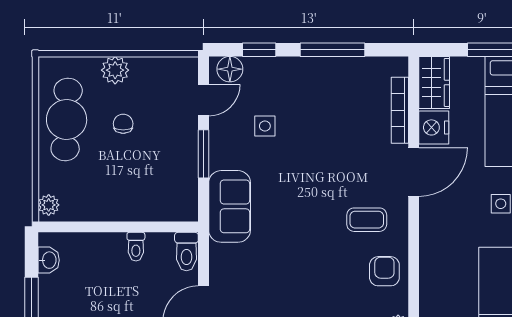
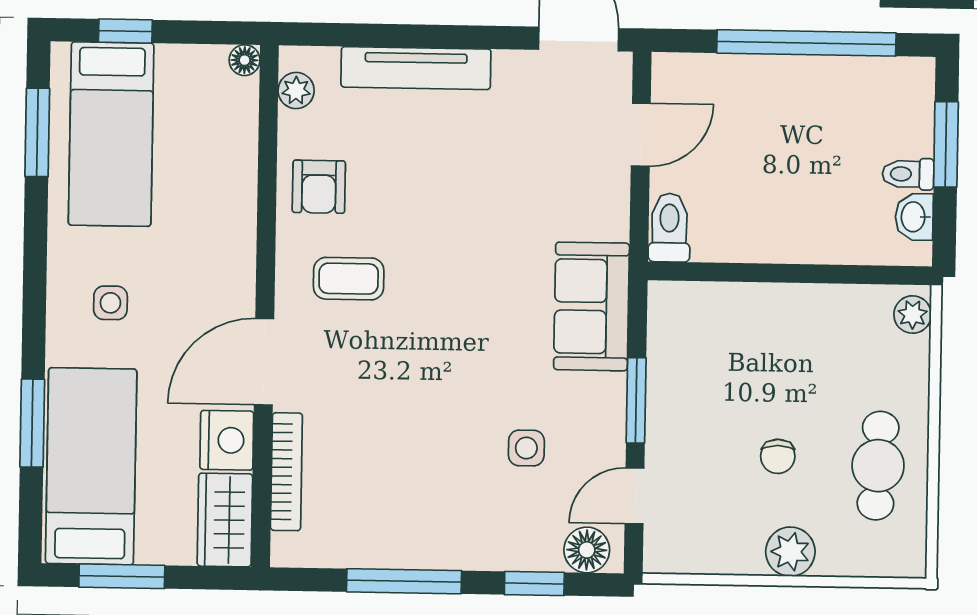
cafe table: (67, 120) -> (878, 466), width x0.73, depth x0.74
toilet: (136, 247) -> (908, 174), moved, turned -90

